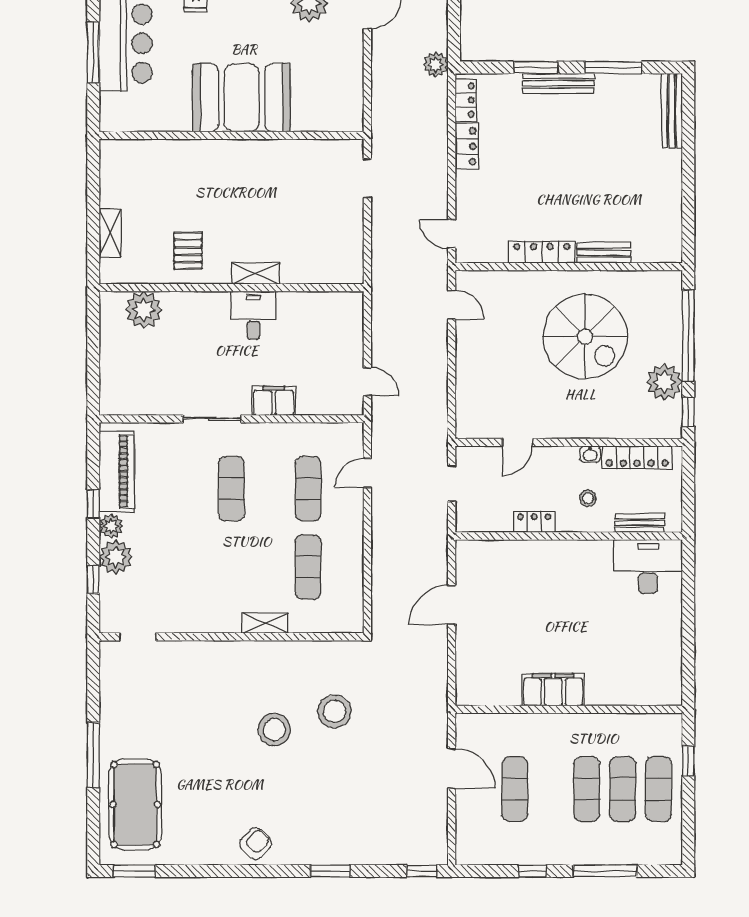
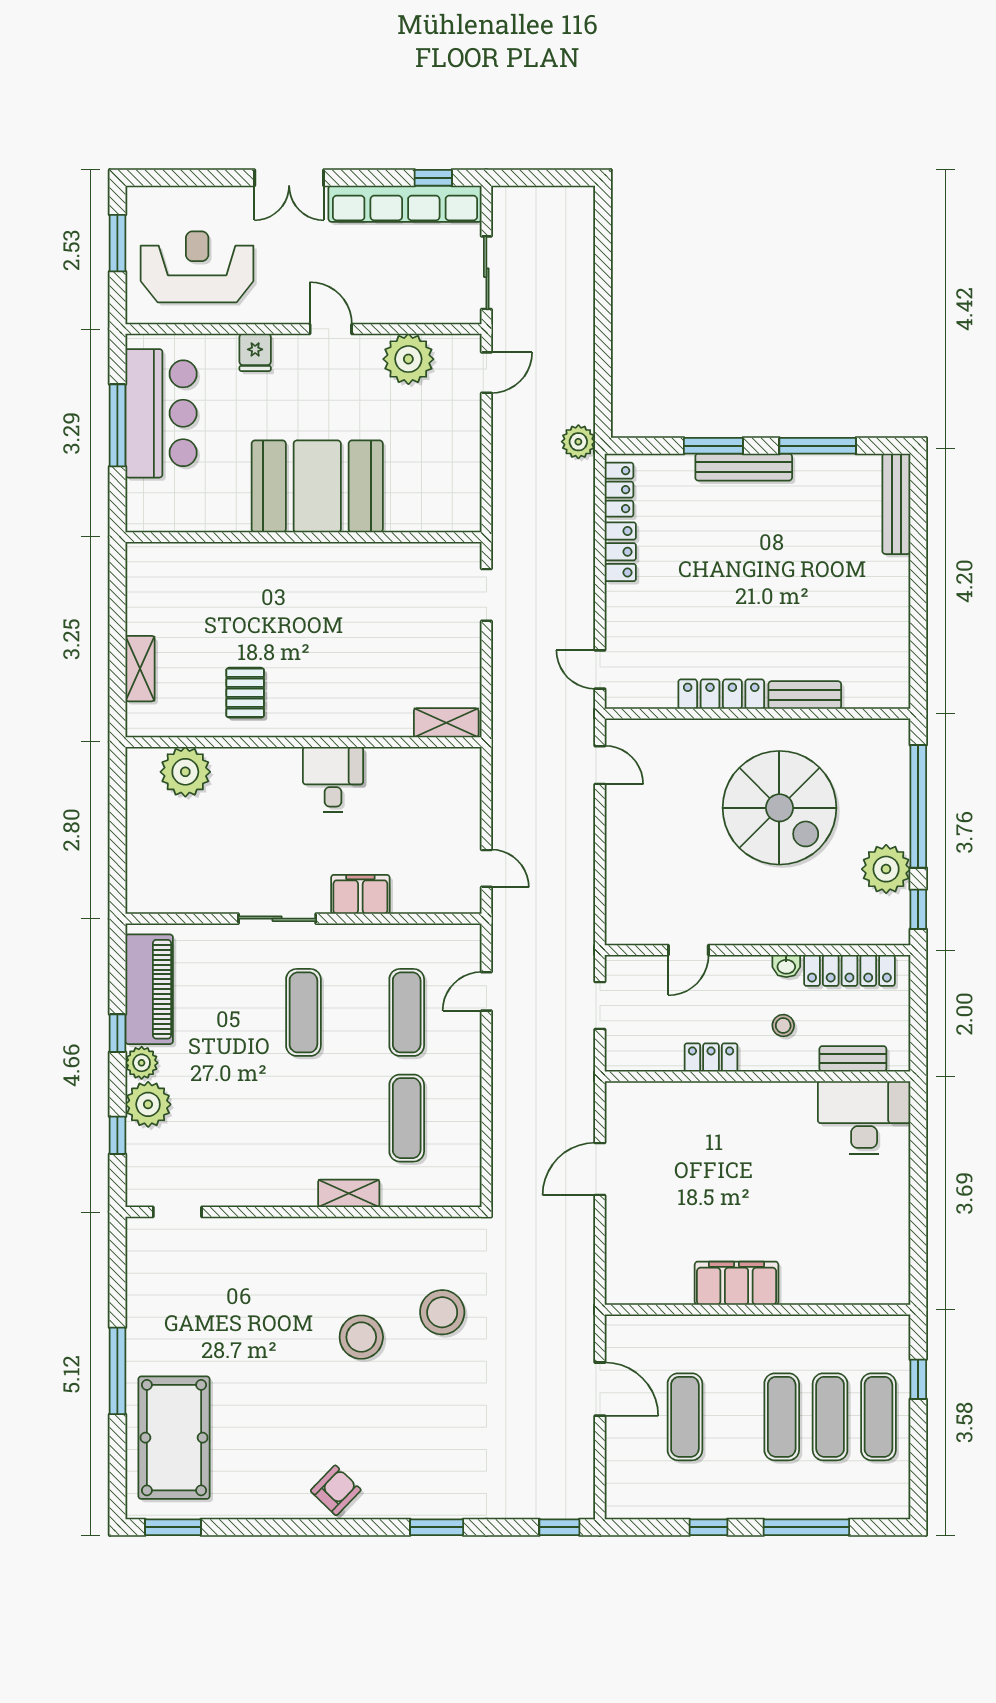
shelving: (256, 273) -> (446, 723), moved

